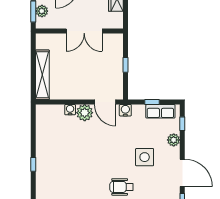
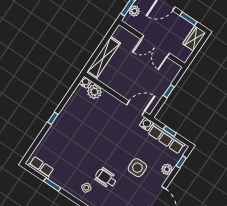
door: (105, 102) -> (136, 108), swing flipped
water cooler: (70, 110) -> (85, 82), moved
row of seats: (160, 111) -> (166, 139), width x1.48
plant: (85, 113) -> (94, 92), moved

